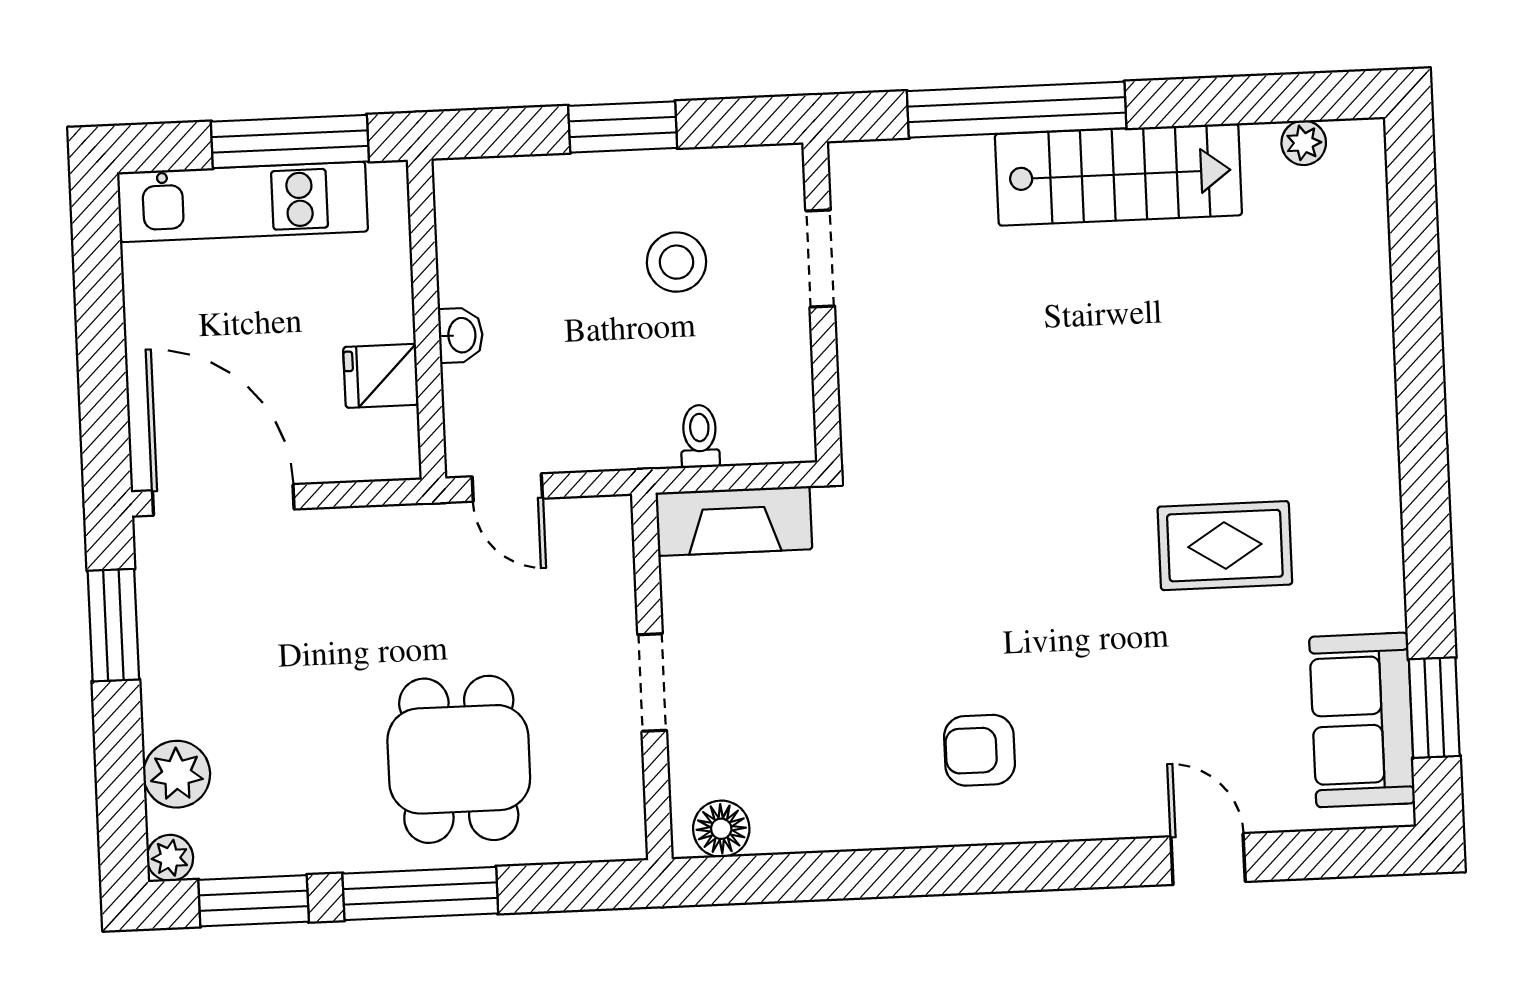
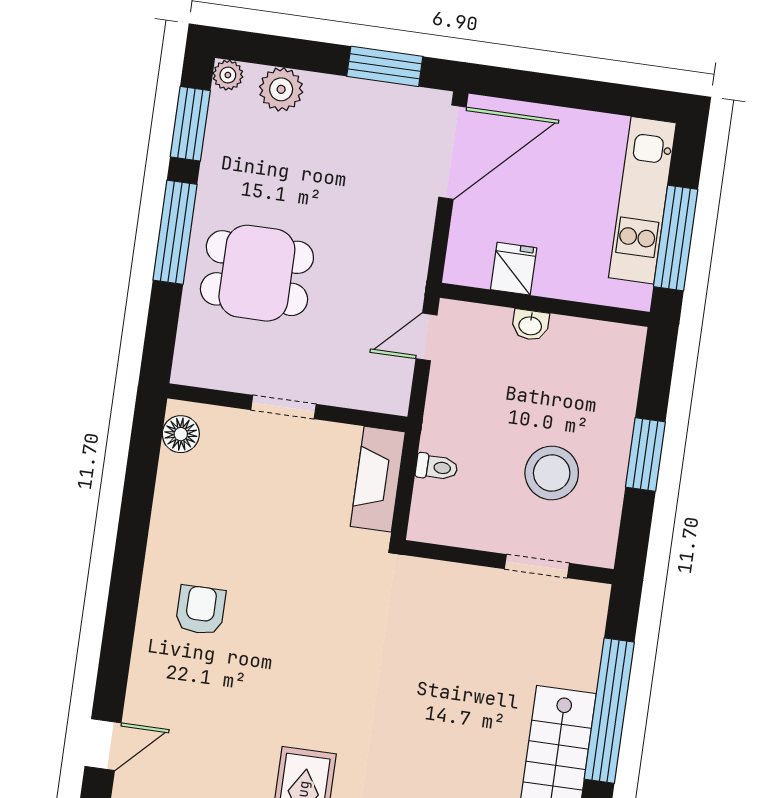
stool: (676, 262) -> (552, 473), width x1.38, depth x1.38

